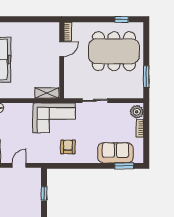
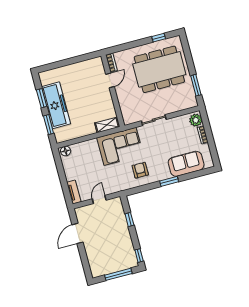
window: (124, 166) -> (169, 181), moved

